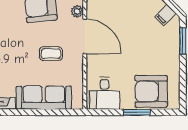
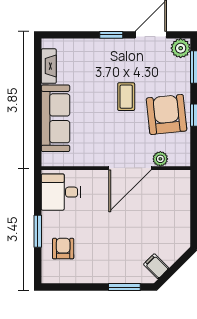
coffee table: (51, 54) -> (126, 97), moved
armchair: (151, 91) -> (63, 249), width x0.53, depth x0.53

